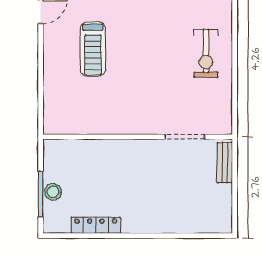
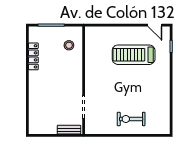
treadmill: (93, 49) -> (134, 55), width x1.37, depth x1.38
stool: (53, 192) -> (69, 45), moved

